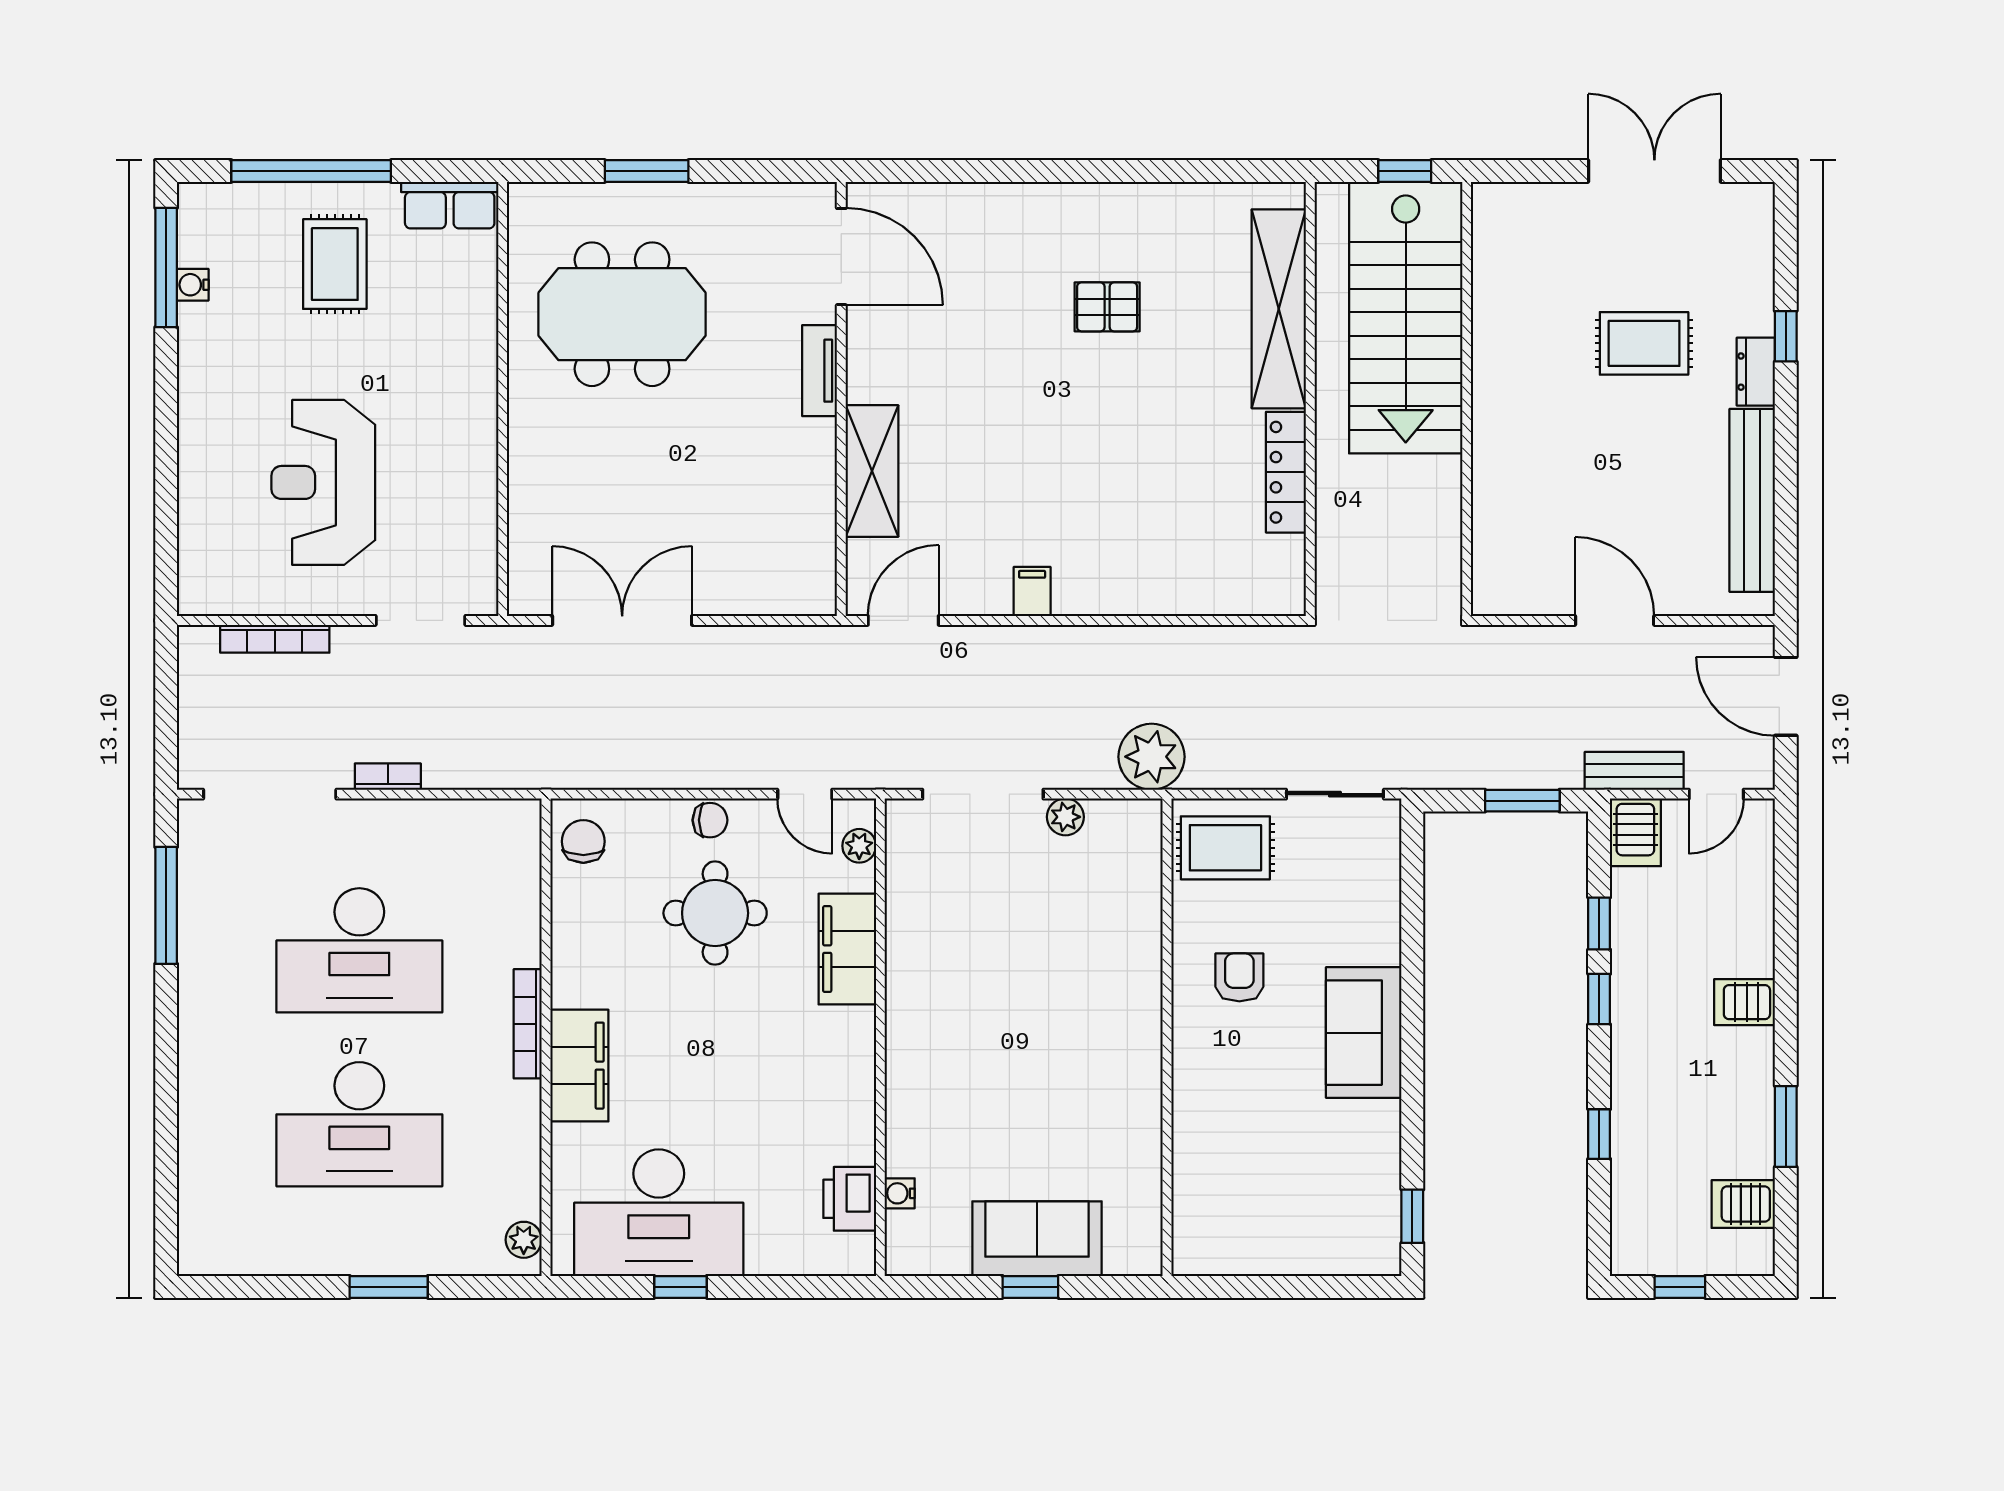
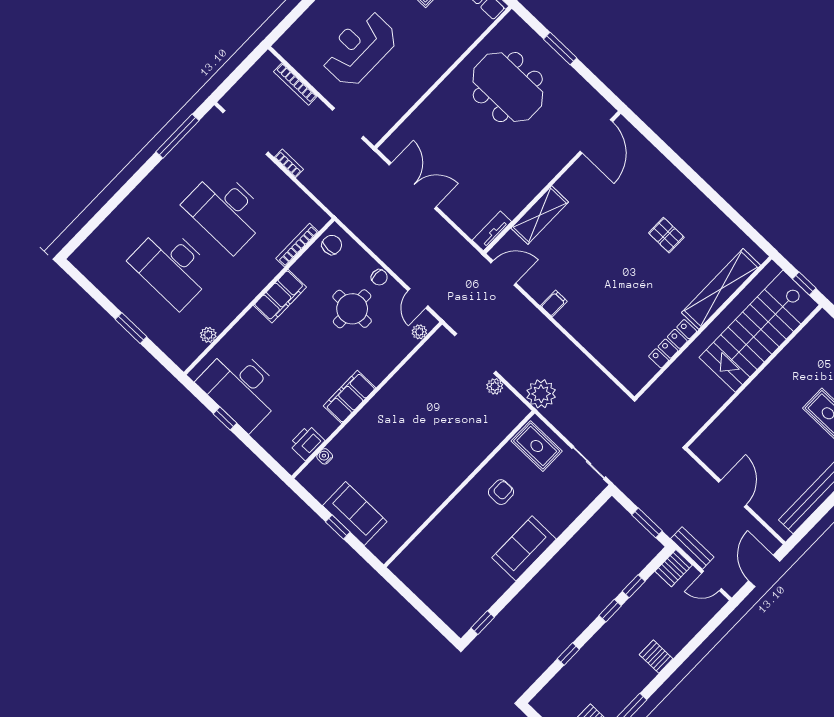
tv unit: (820, 371) -> (492, 231), moved
filing cabinet: (847, 949) -> (349, 397), moved
bookcase: (528, 1024) -> (297, 245), moved
filing cabinet: (579, 1066) -> (280, 296), moved
plant: (524, 1240) -> (208, 335), moved

